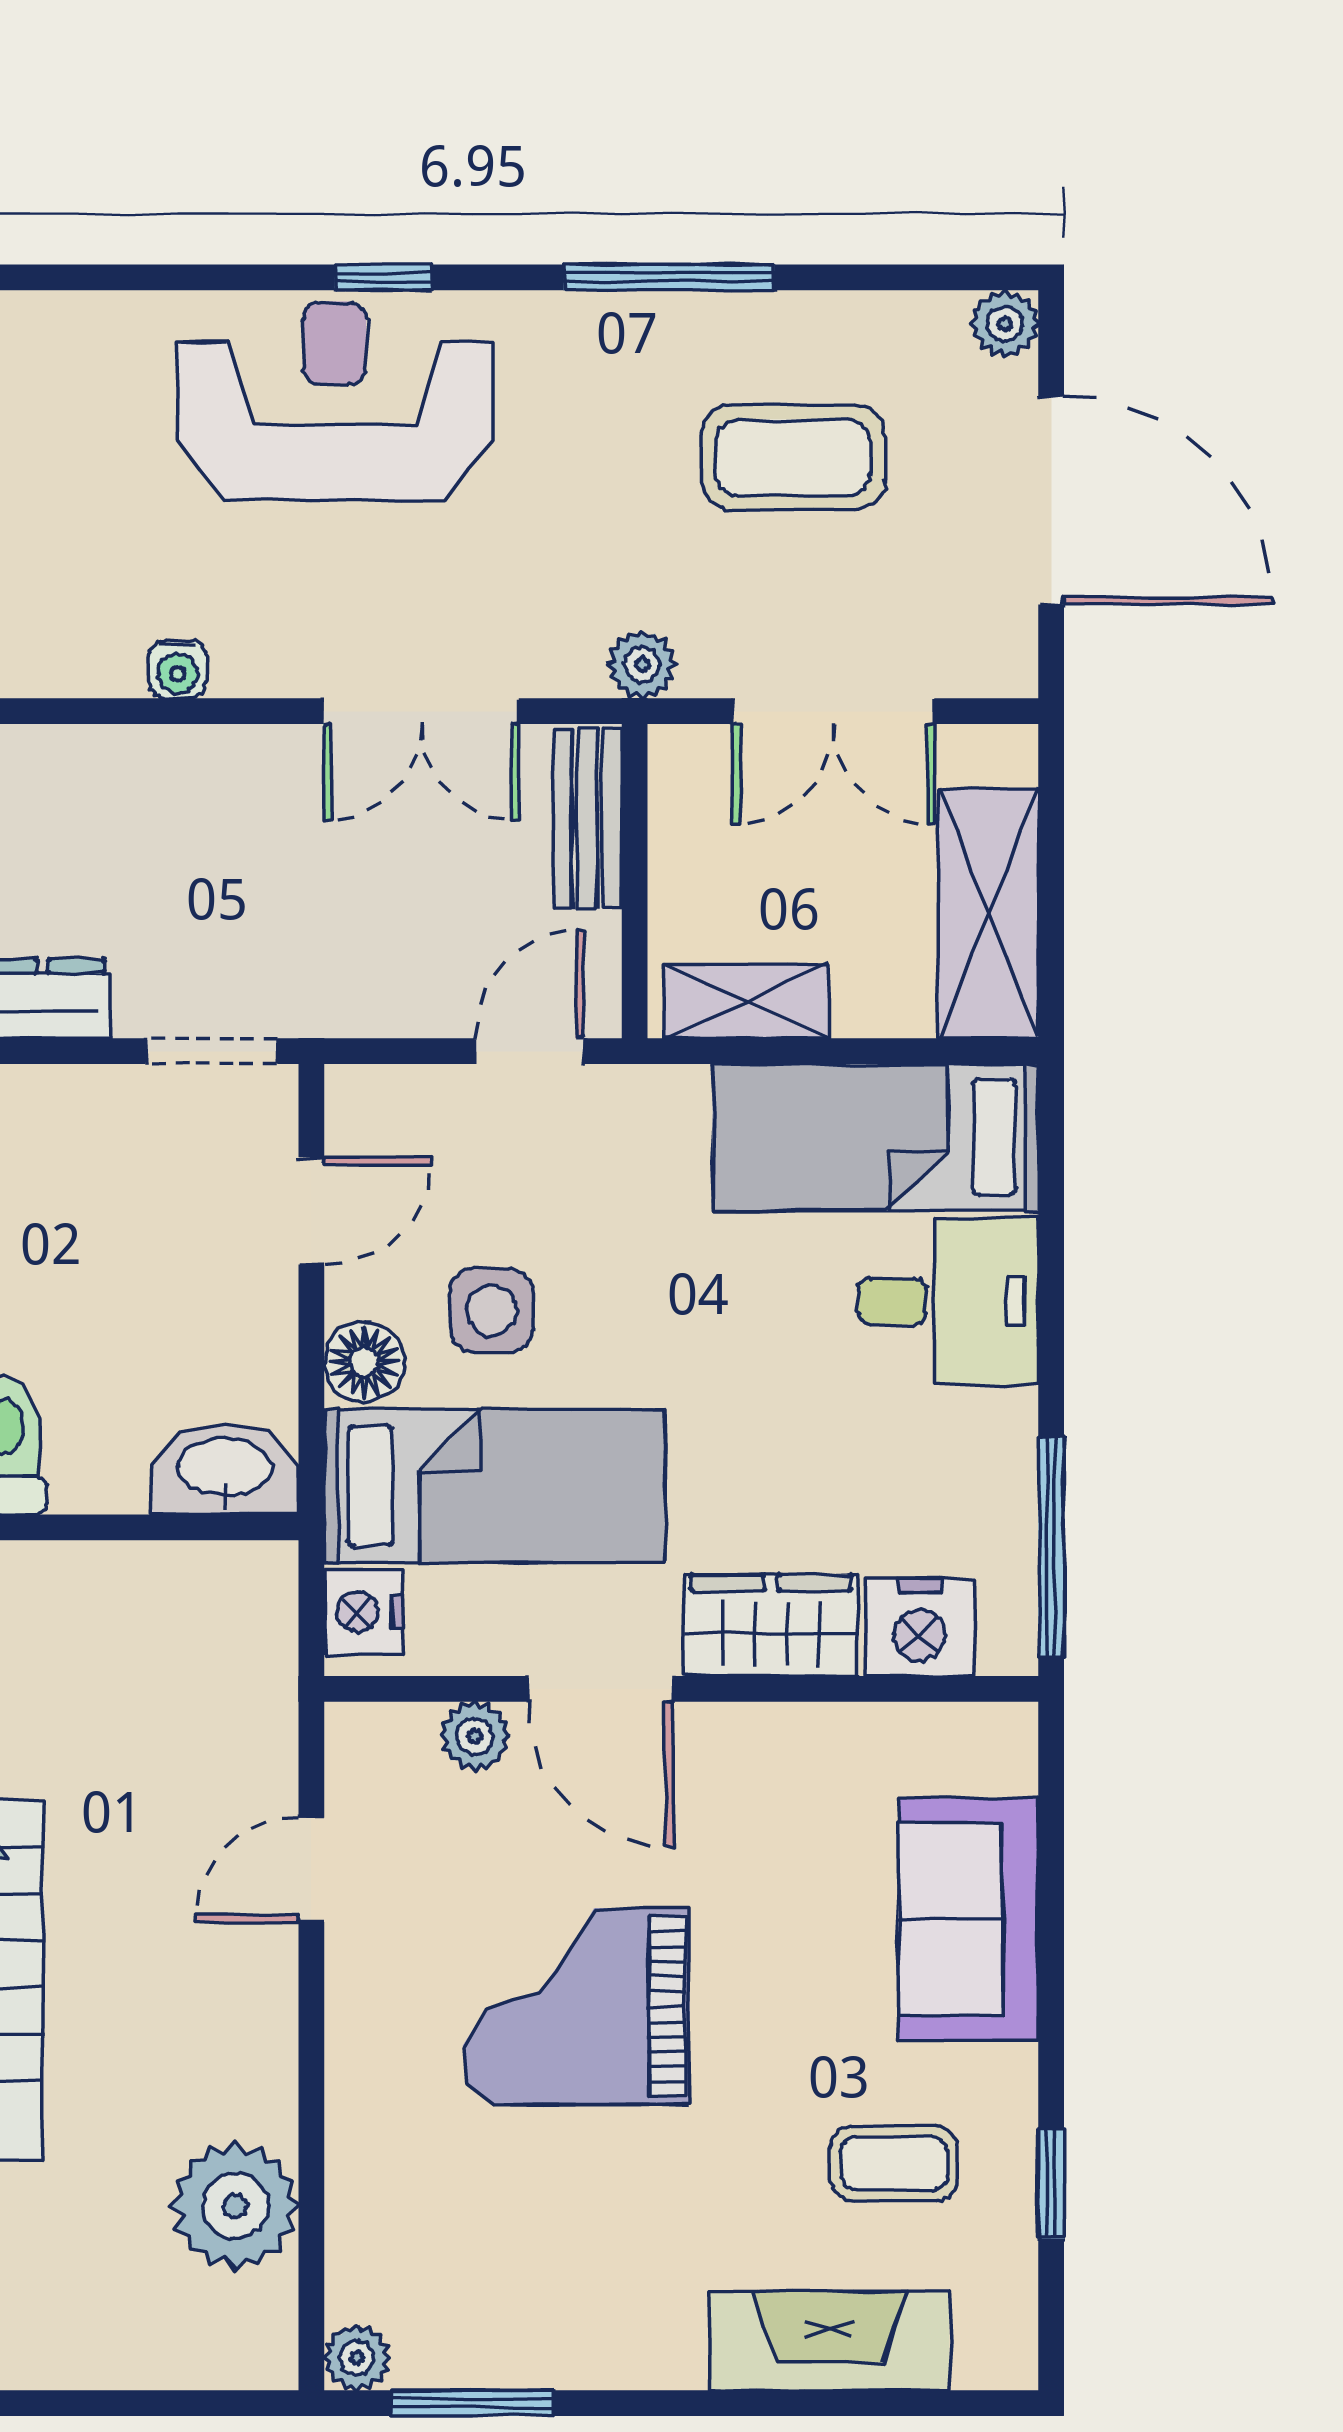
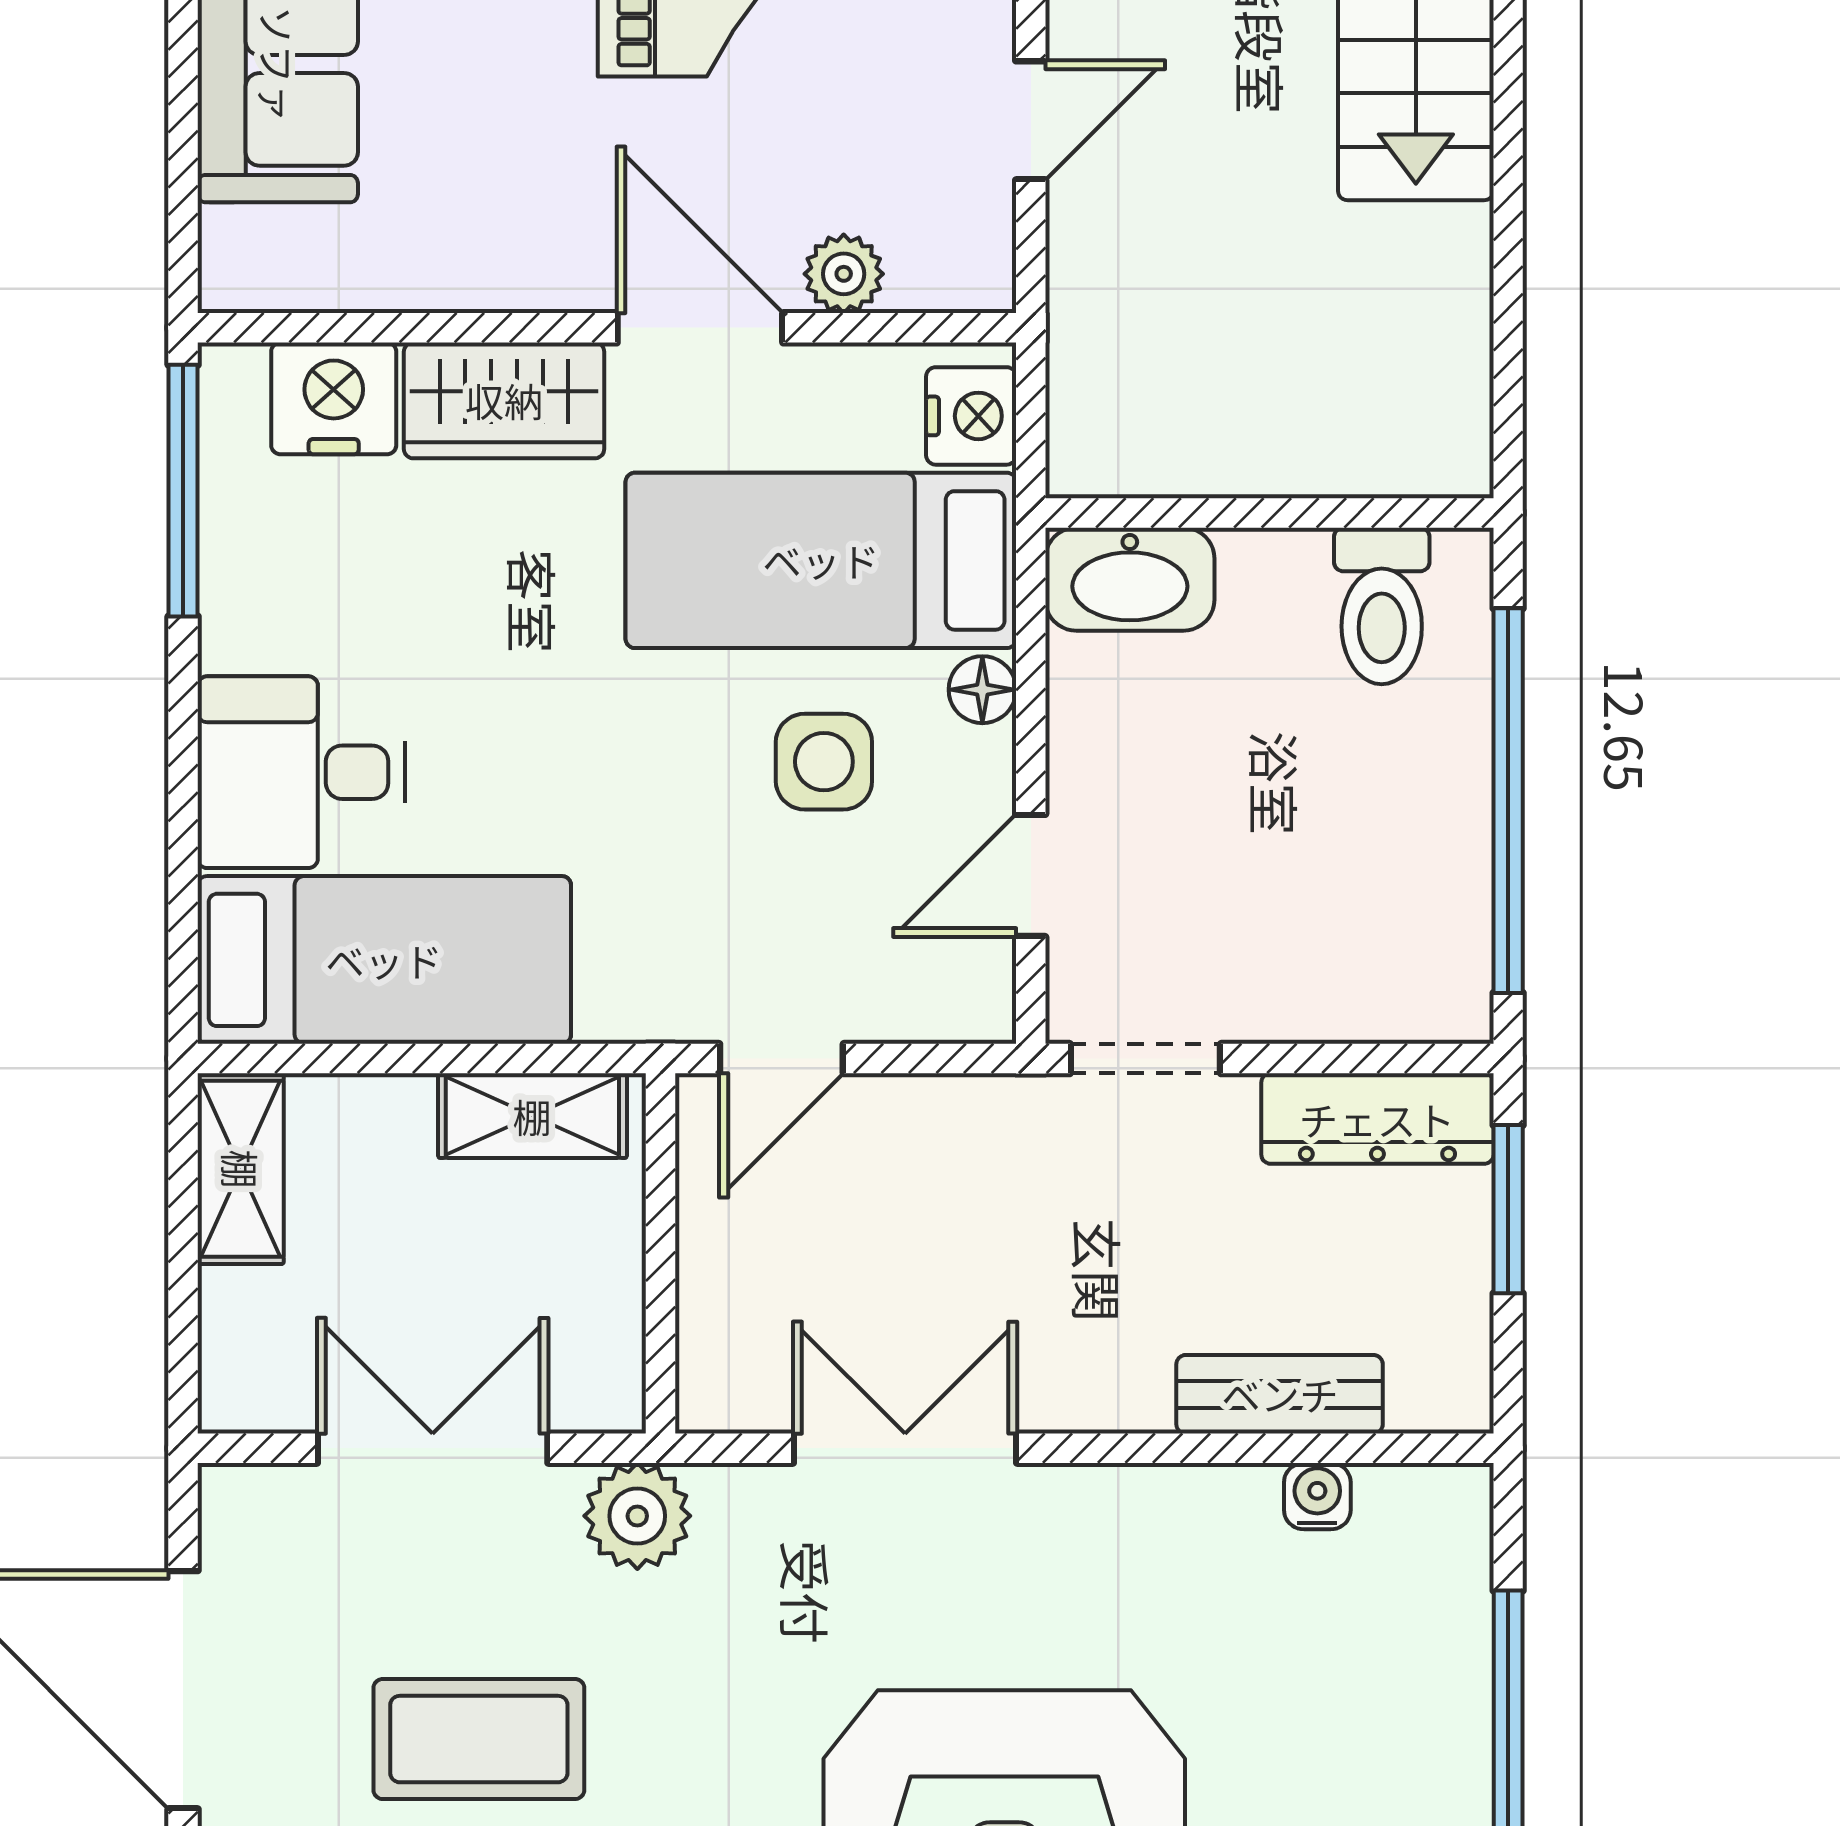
plant: (642, 665) -> (637, 1516), width x1.38, depth x1.38
water cooler: (178, 669) -> (1317, 1496), moved
bench: (587, 818) -> (1280, 1394), moved, turned 90
shelving: (988, 913) -> (241, 1169), width x0.67, depth x0.75
floor lamp: (364, 1362) -> (982, 690), width x0.73, depth x0.73

